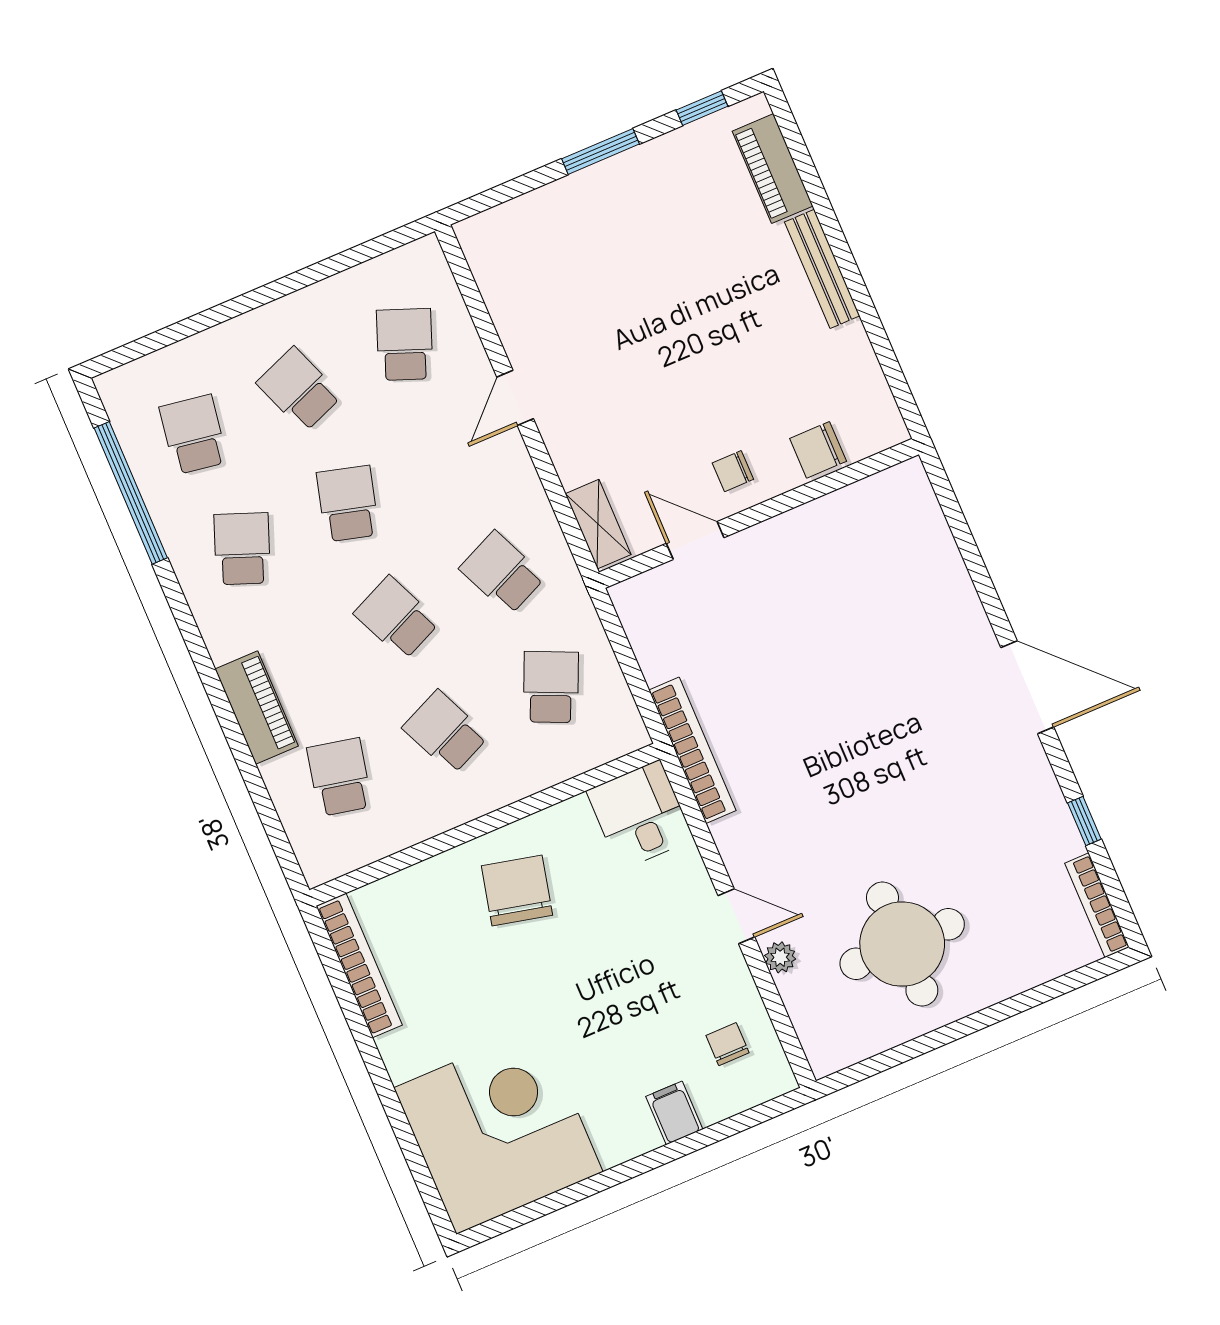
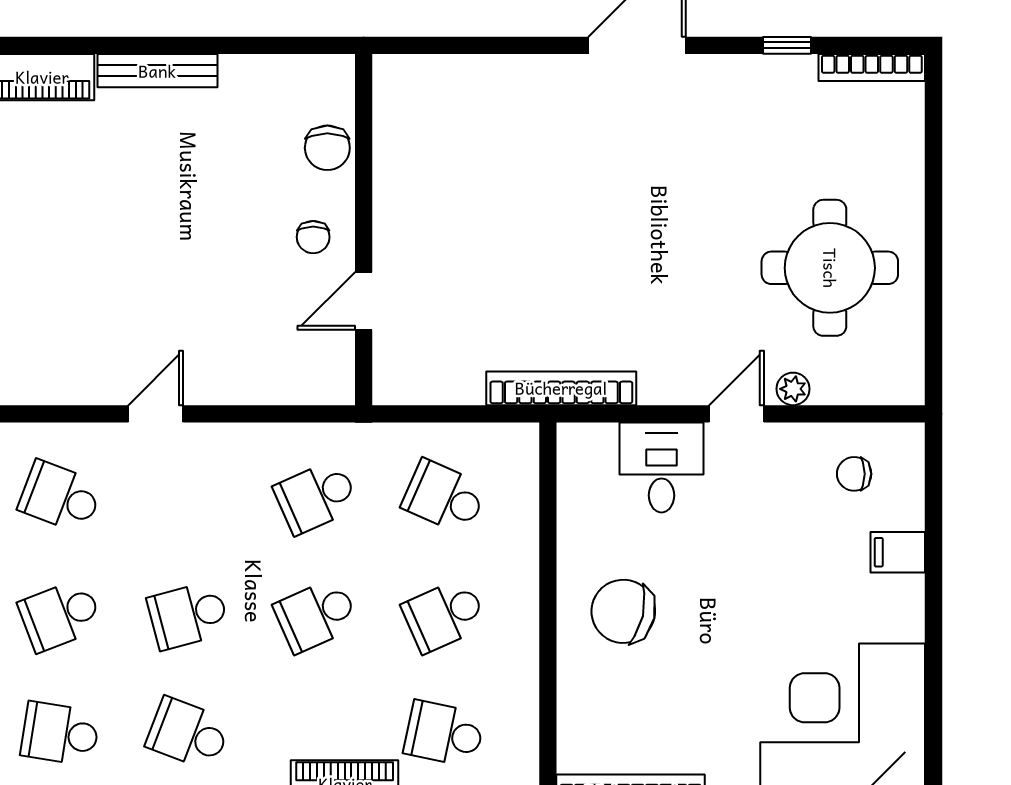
door: (515, 398) -> (156, 414), swing flipped
school desk: (348, 504) -> (188, 615), turned -30
shelving: (598, 524) -> (309, 386), removed
desk: (640, 815) -> (661, 467), moved, turned 90

